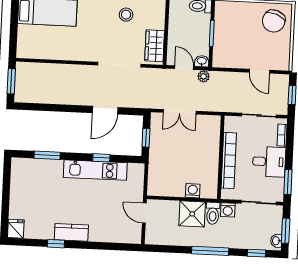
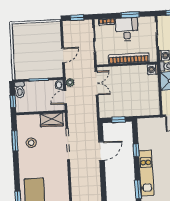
chair: (274, 21) -> (25, 36), removed
door: (259, 71) -> (63, 55), moved
door: (105, 110) -> (101, 151), hinge flipped
double door: (180, 112) -> (97, 83), moved
kitchen unit: (95, 170) -> (146, 173), moved
window: (288, 182) -> (130, 15), moved
washing machine: (193, 191) -> (152, 69), moved

